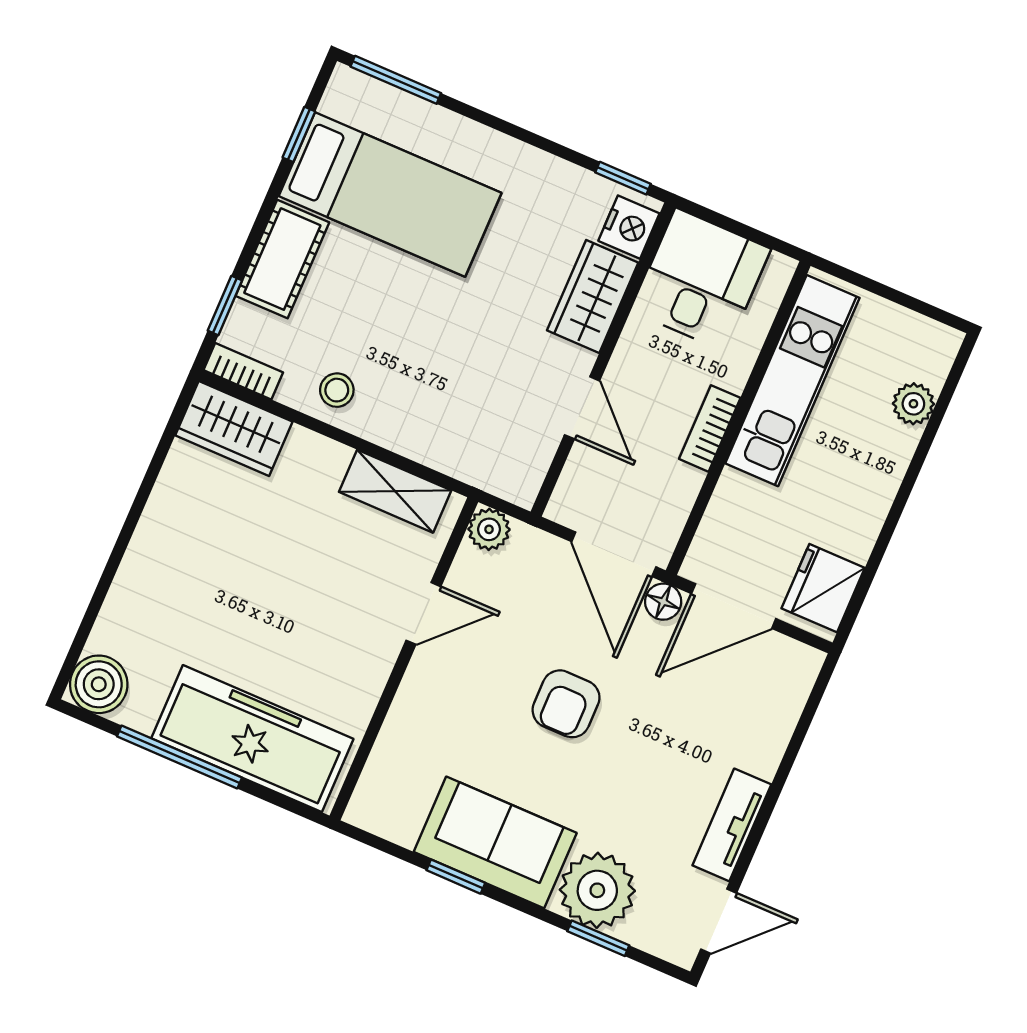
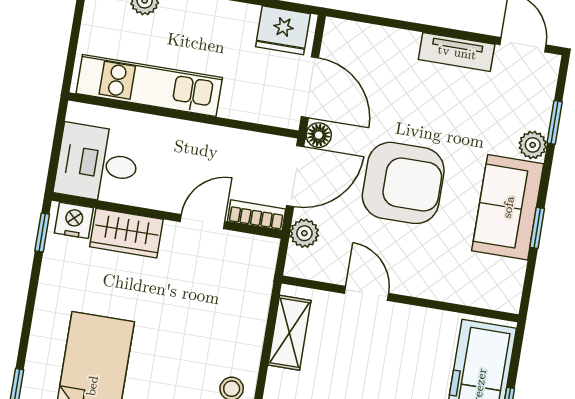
bookcase: (710, 428) -> (256, 215), moved, turned 180
plant: (489, 529) -> (304, 233), moved
armchair: (566, 704) -> (403, 183), width x1.88, depth x1.88
plant: (597, 890) -> (533, 145), width x0.53, depth x0.53

